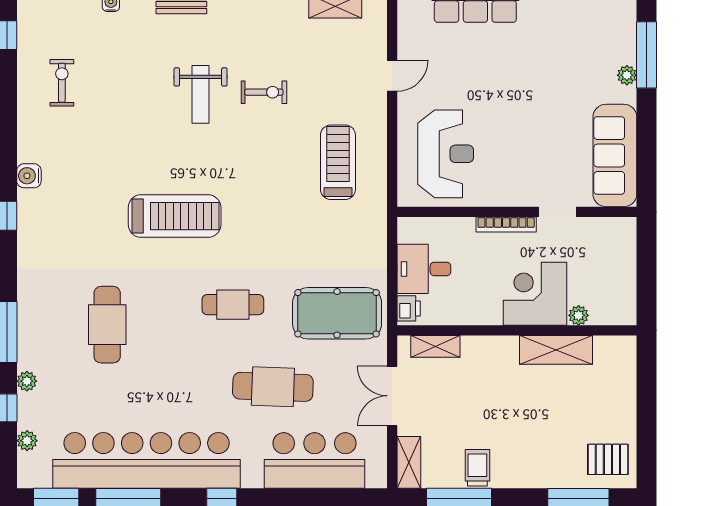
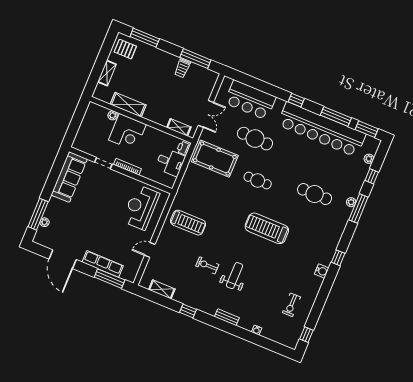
plant: (627, 75) -> (45, 222), moved
treadmill: (338, 162) -> (188, 223), turned -90
cafe table: (107, 325) -> (315, 194), turned 90
plant: (27, 381) -> (351, 202), moved
shelving: (409, 462) -> (107, 73), moved

